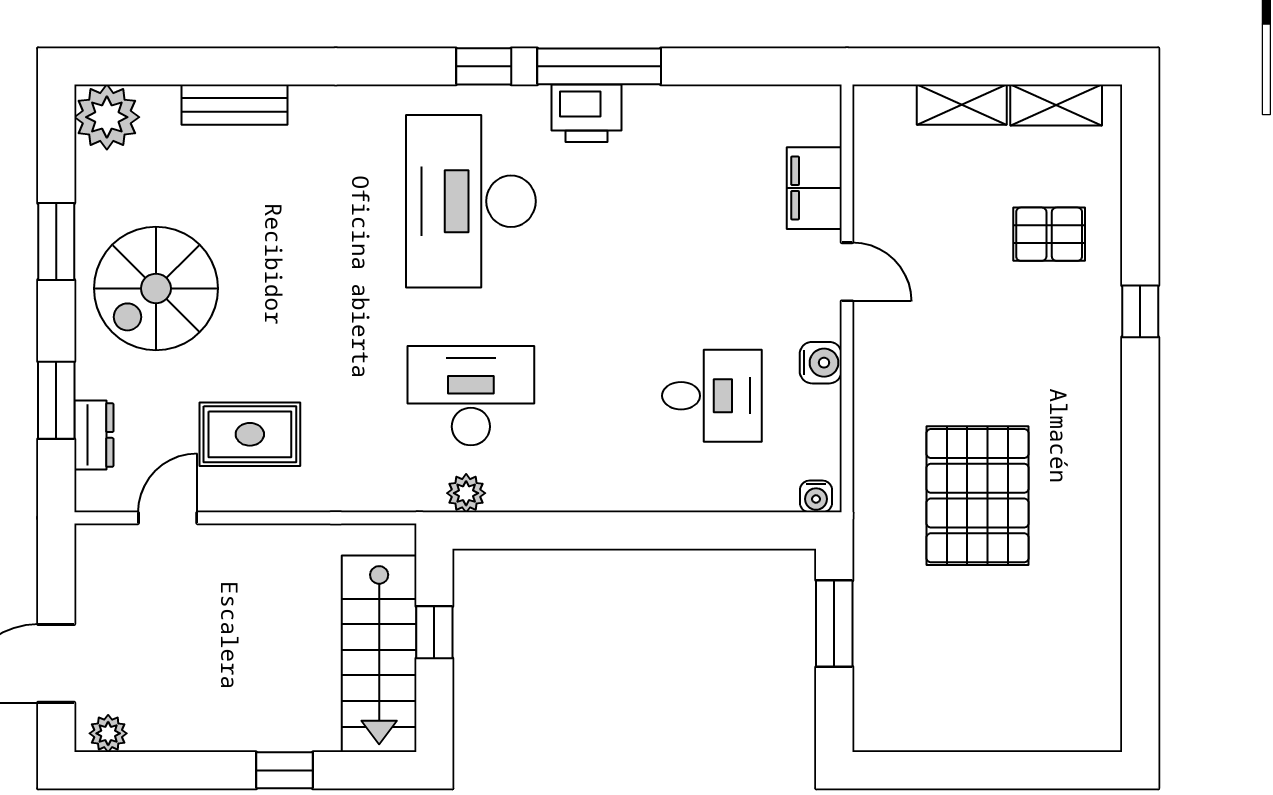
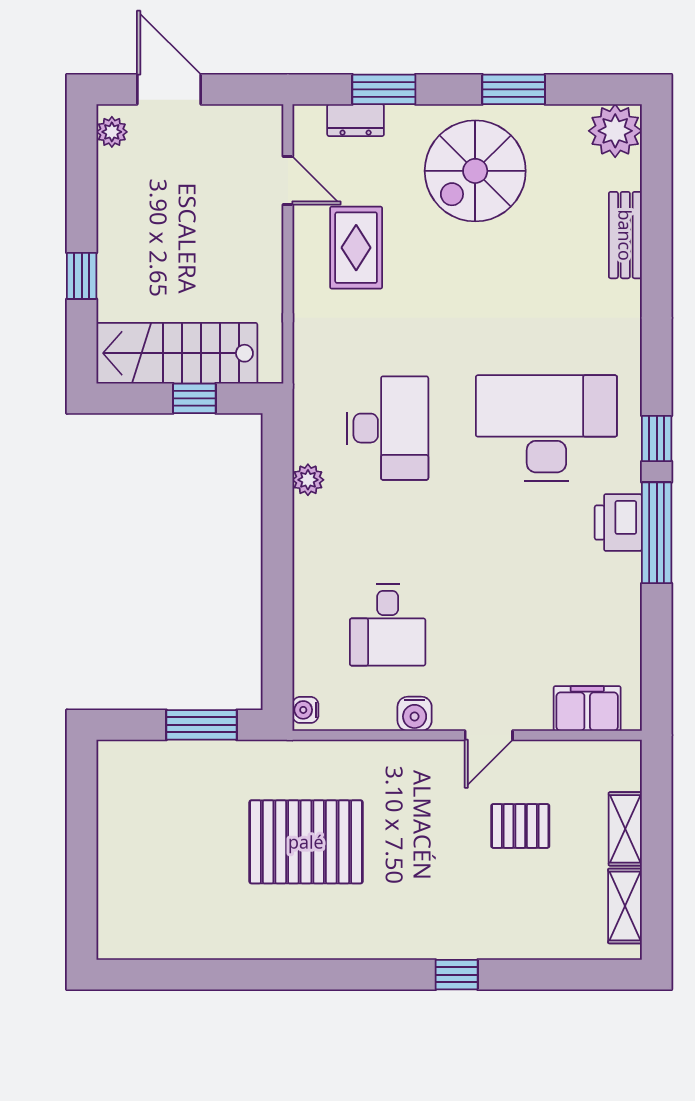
filing cabinet: (814, 188) -> (587, 708), moved
pallet: (1049, 234) -> (520, 826), moved, turned 90
spiral stairs: (156, 288) -> (475, 171), turned -90
plant: (466, 493) -> (308, 480), moved

